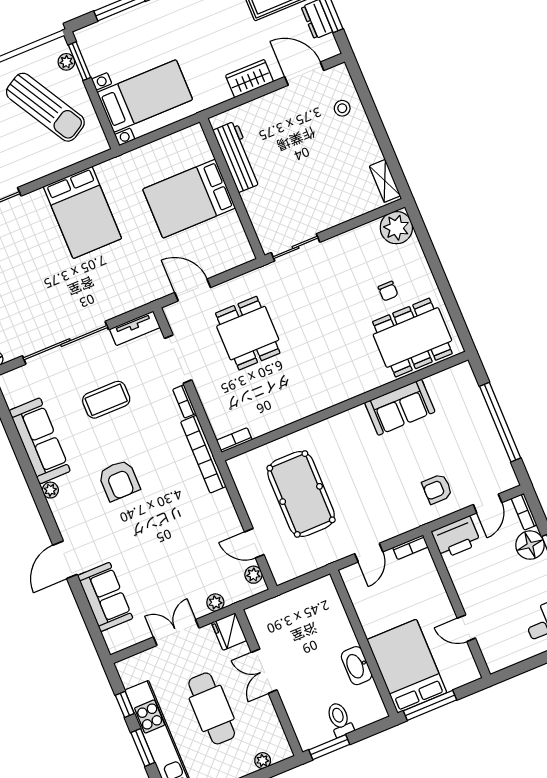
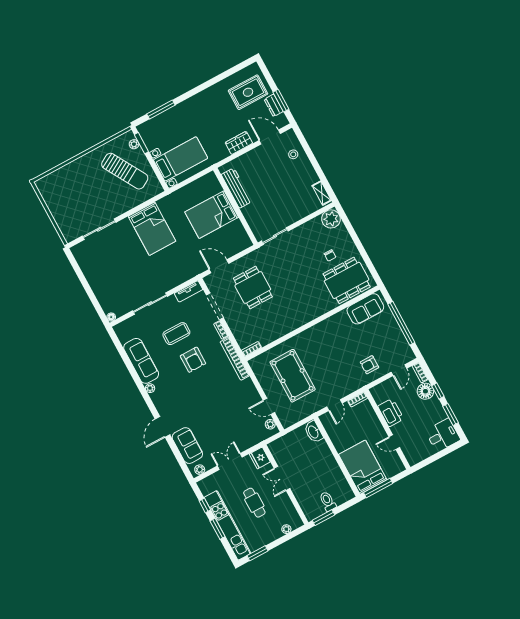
sliding door: (66, 343) -> (150, 304), width x0.73
sofa: (400, 407) -> (365, 309), moved
armchair: (119, 480) -> (193, 360), moved
printer: (456, 537) -> (391, 413), moved, turned -90
plant: (215, 602) -> (200, 470), moved
washbasin: (357, 666) -> (314, 432), moved
cafe table: (212, 708) -> (254, 503), width x0.73, depth x0.74

